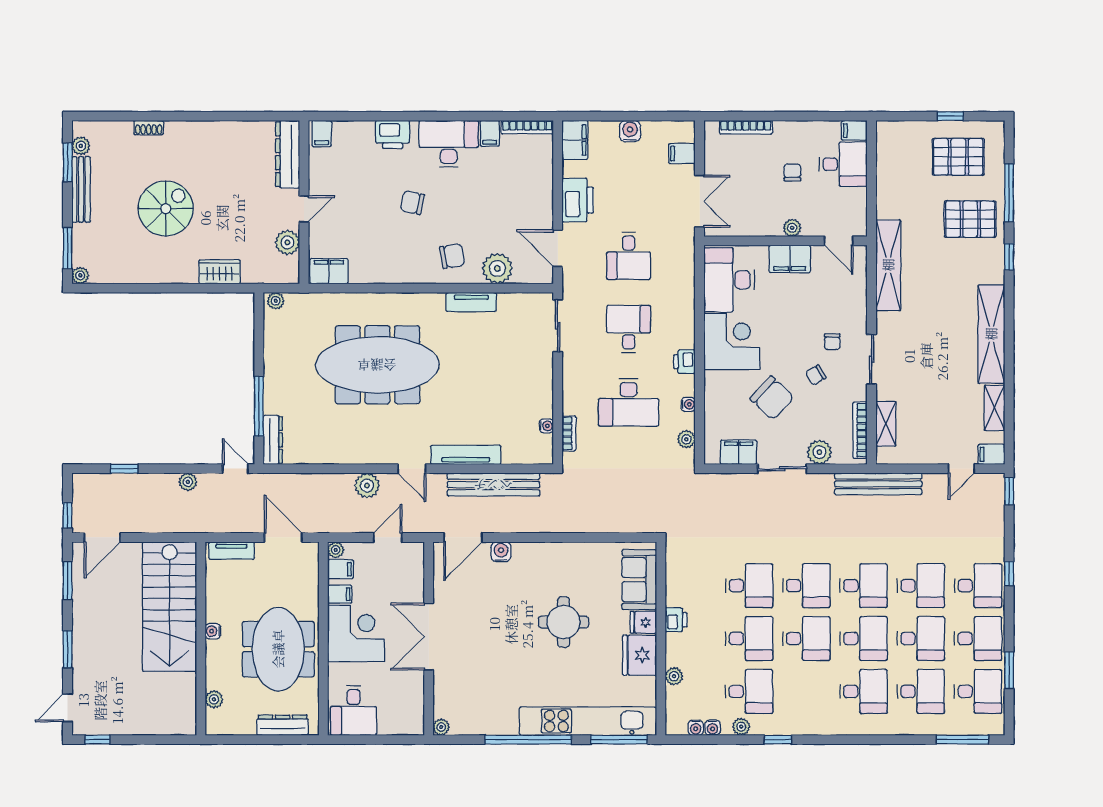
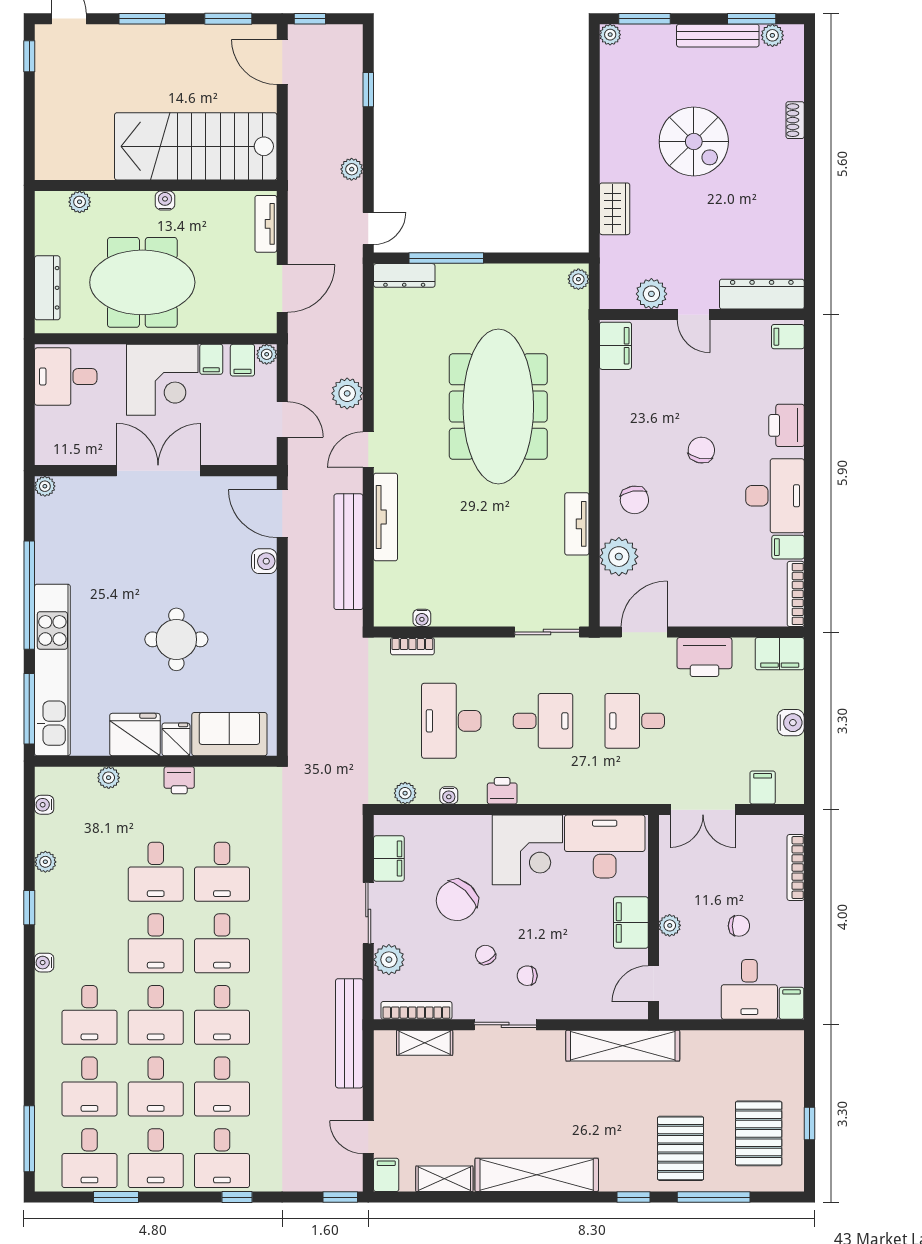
desk: (749, 691) -> (89, 872), removed
water cooler: (713, 728) -> (44, 963), moved

